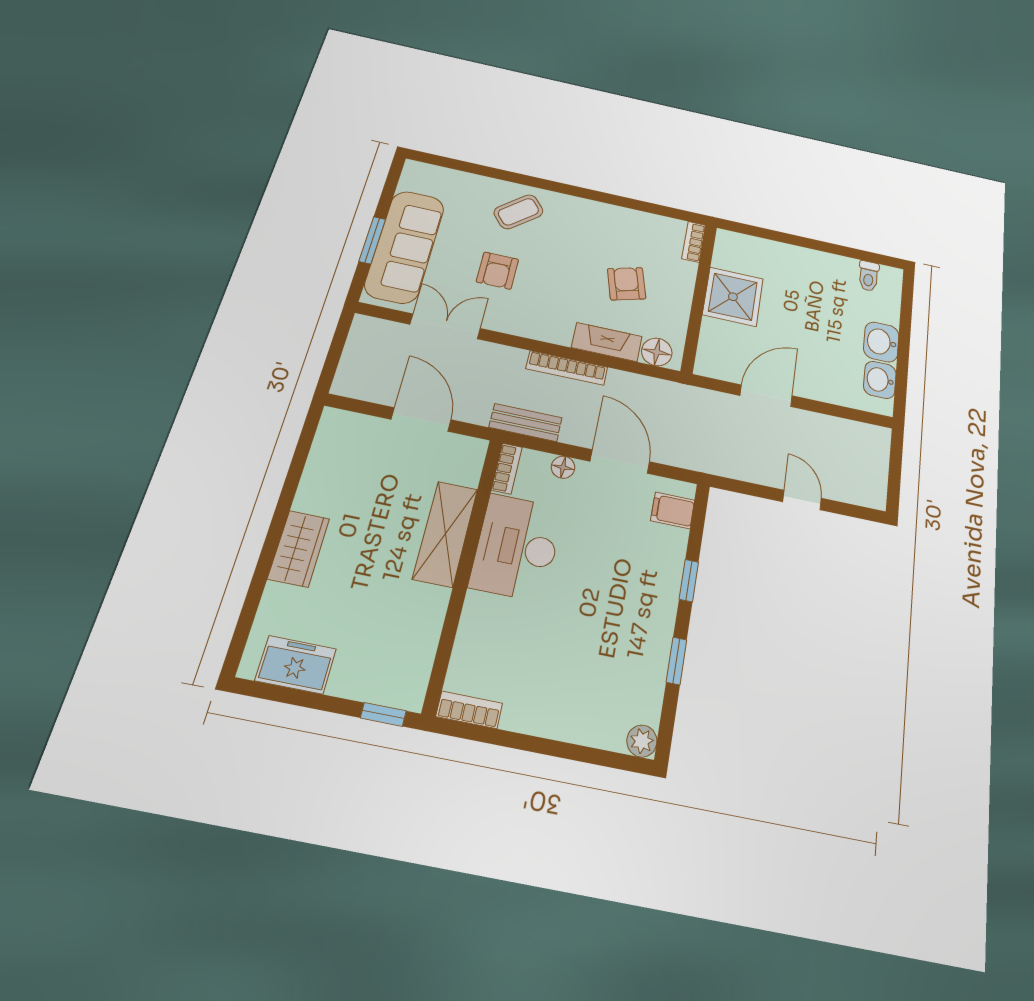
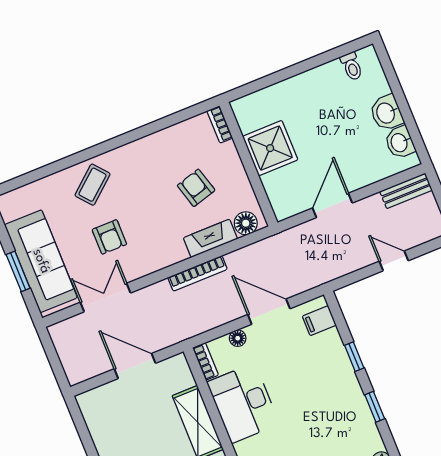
bench: (526, 422) -> (406, 191), moved

